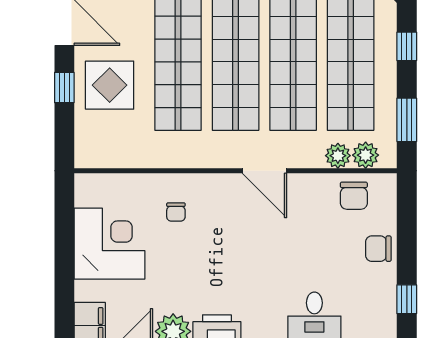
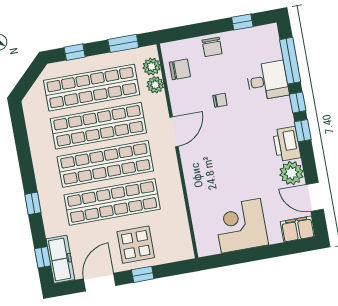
chair: (176, 212) -> (220, 100), moved

